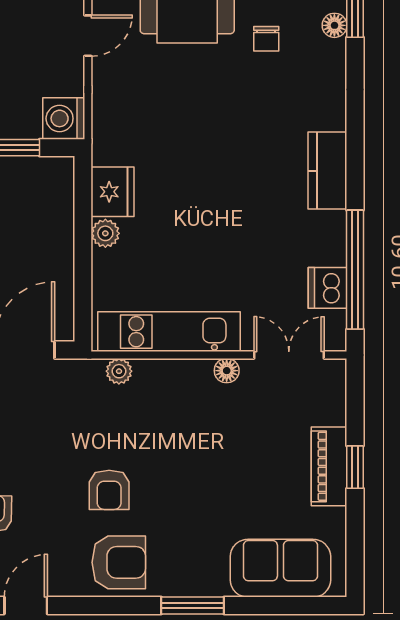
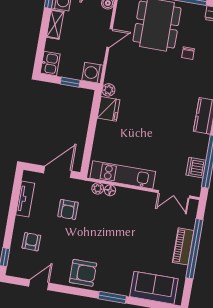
plant: (105, 233) -> (108, 90), moved
double door: (289, 355) -> (174, 194), swing flipped
floor lamp: (227, 371) -> (110, 190), moved
window: (355, 467) -> (194, 249), width x3.17
armchair: (109, 490) -> (68, 209), moved

